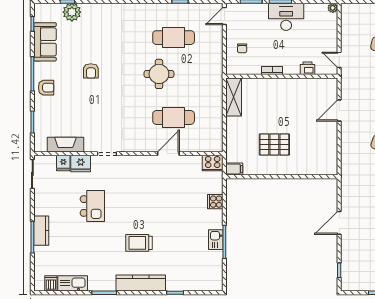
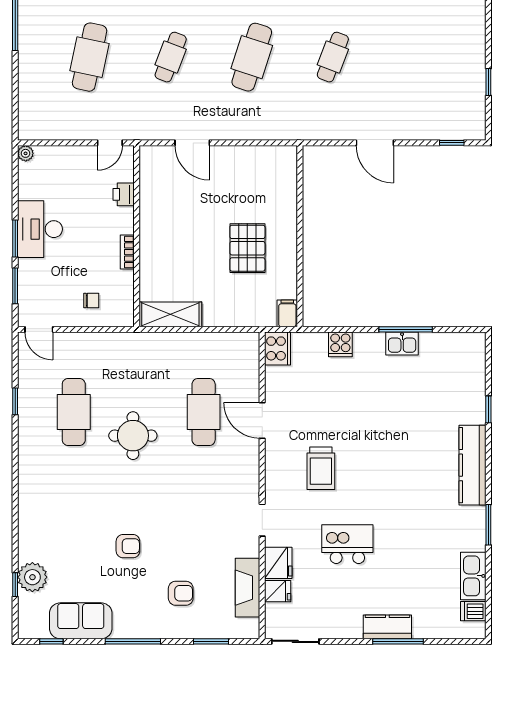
armchair: (46, 88) -> (181, 593), moved, turned 90
trolley: (139, 243) -> (321, 468), moved

